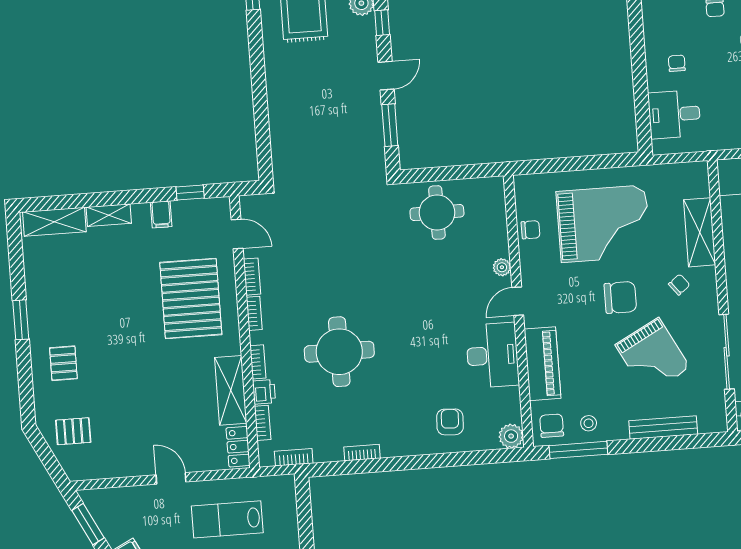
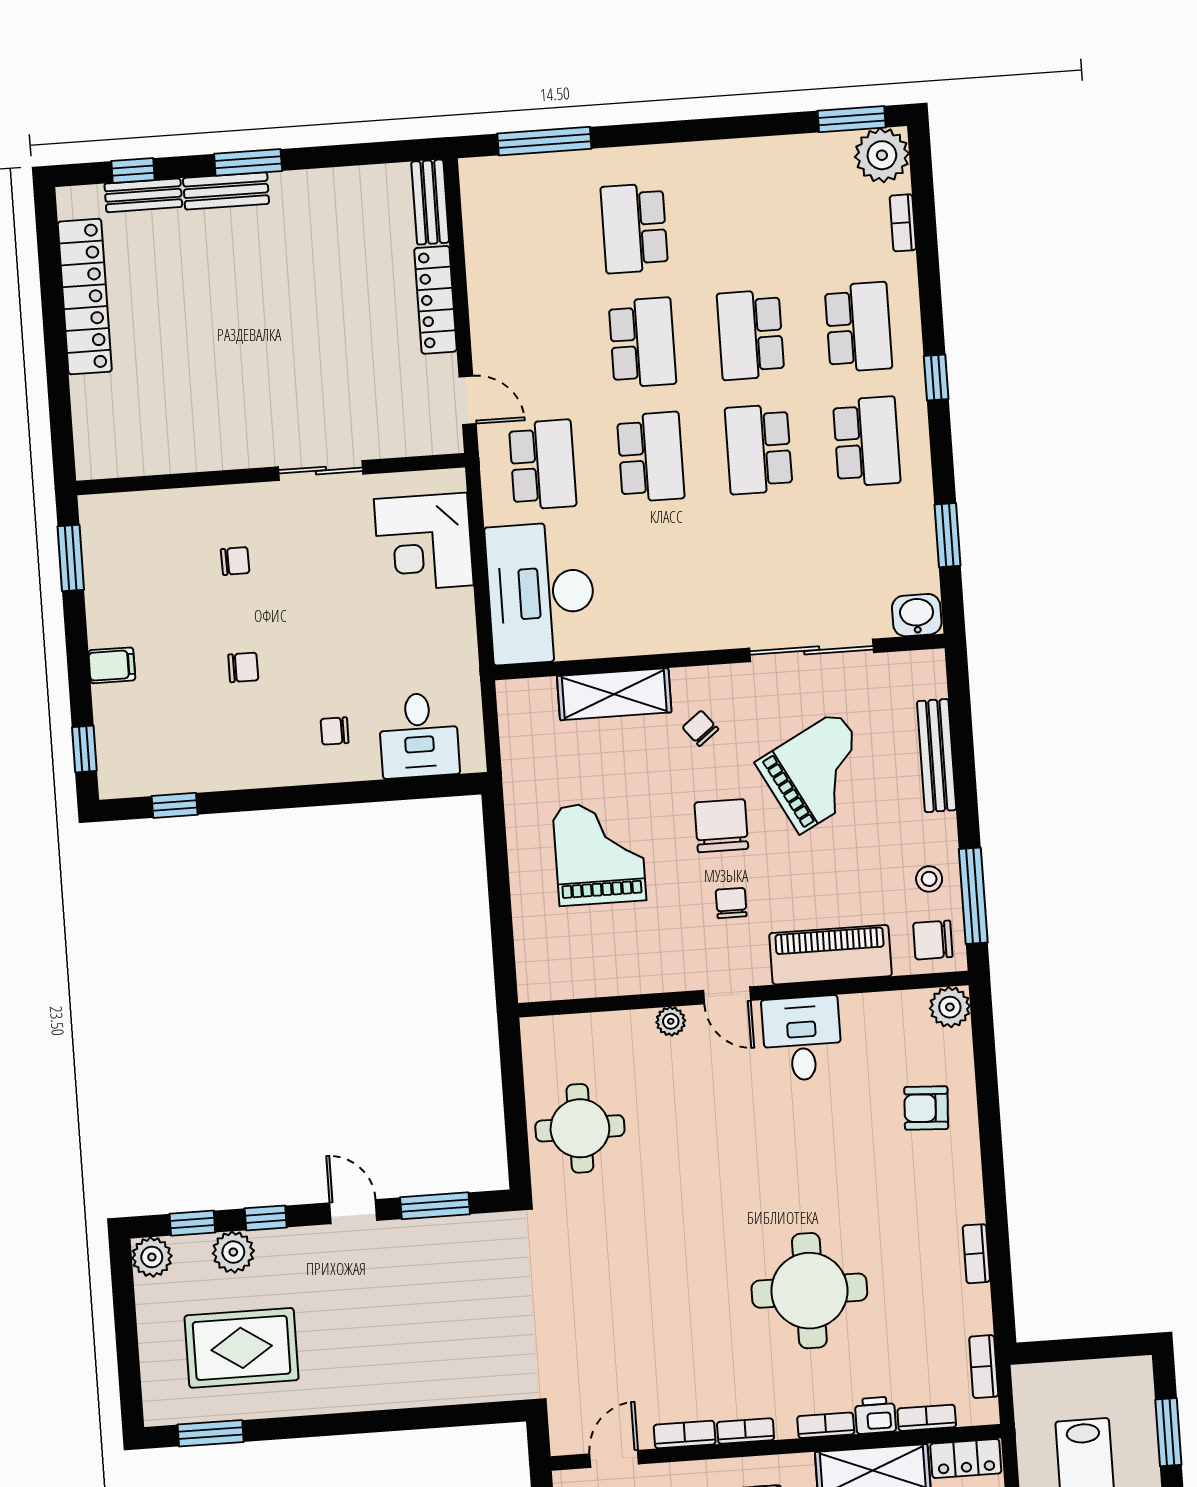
grand piano: (603, 224) -> (599, 853), width x0.73, depth x0.68
chair: (531, 230) -> (731, 903), moved
desk: (492, 355) -> (802, 1039), width x0.73

